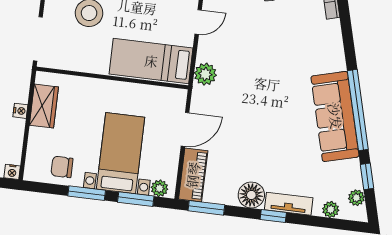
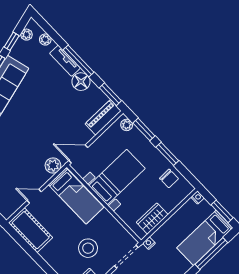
nightstand: (20, 111) -> (149, 243), moved
door: (185, 129) -> (78, 154), moved
bed with nightstands: (121, 153) -> (117, 177), moved, turned 180
window: (273, 216) -> (78, 61), width x2.17

